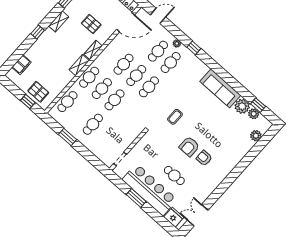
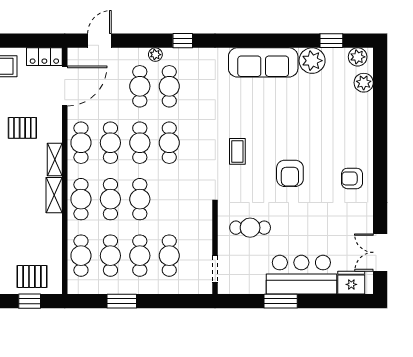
cafe table: (111, 53) -> (81, 143), added
cafe table: (80, 113) -> (110, 256), added
plant: (254, 114) -> (358, 57), moved
cafe table: (106, 136) -> (169, 256), added
armchair: (204, 158) -> (352, 178), moved
cafe table: (174, 175) -> (250, 228), moved
bar counter: (150, 190) -> (301, 275), width x0.73

